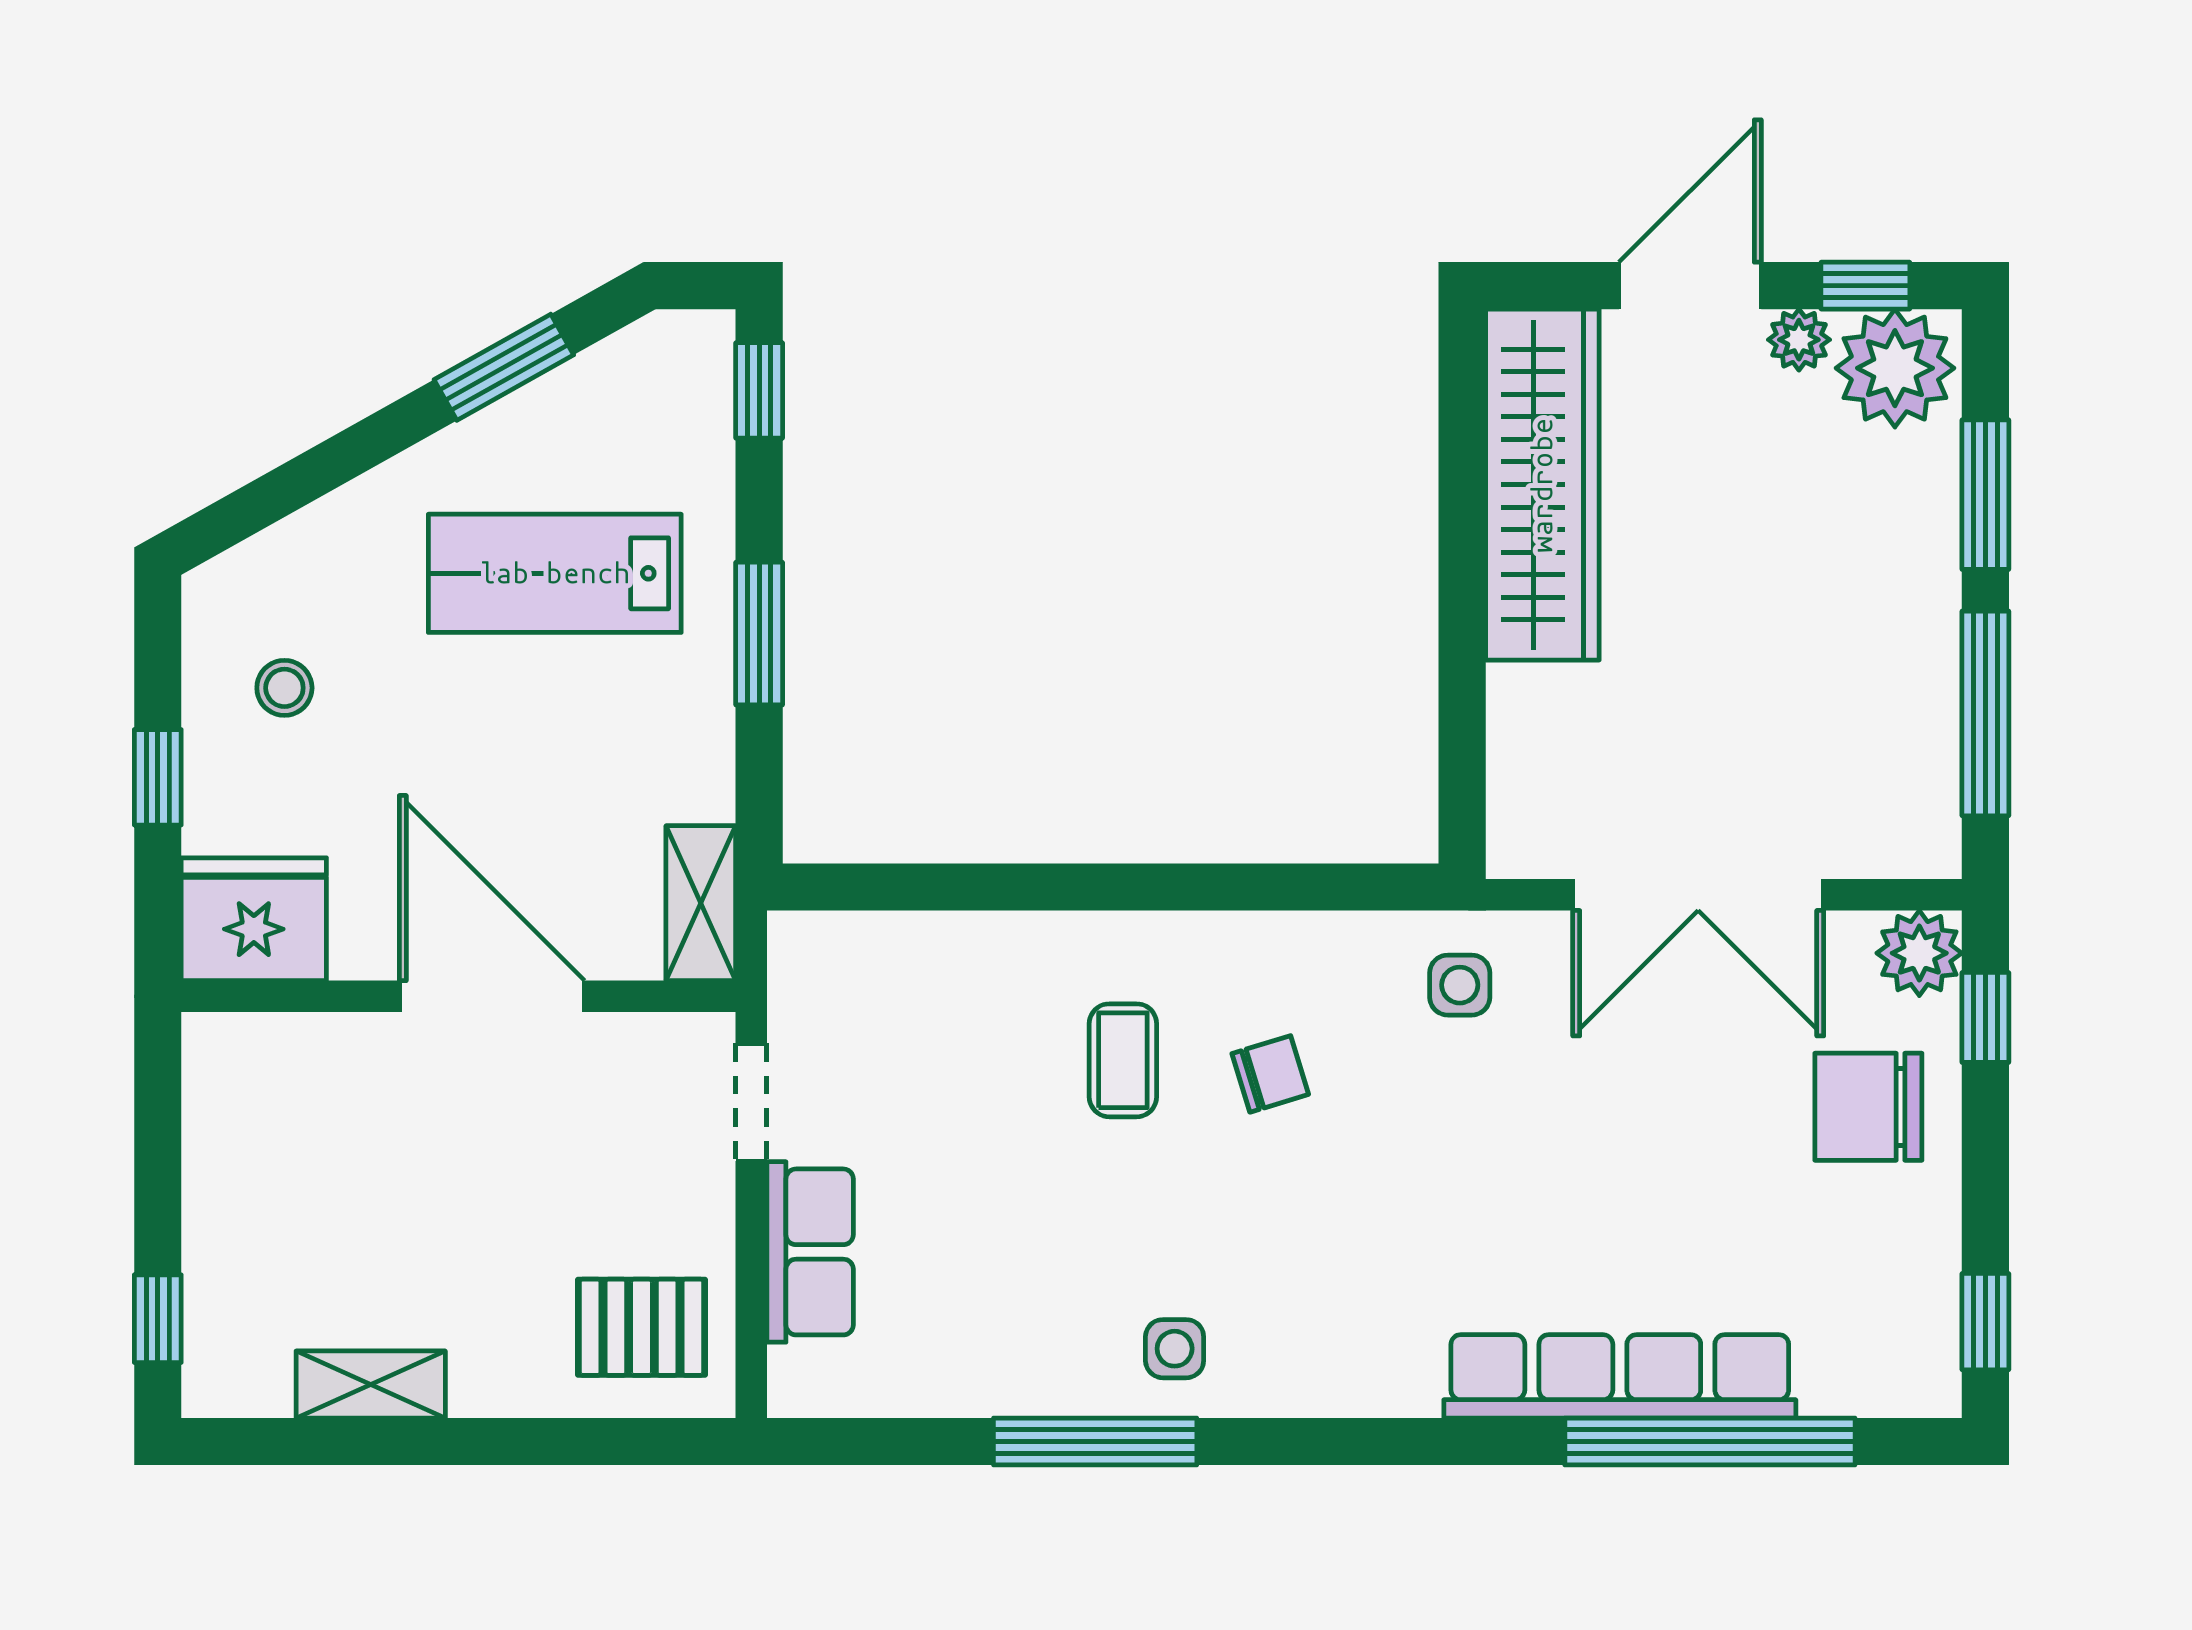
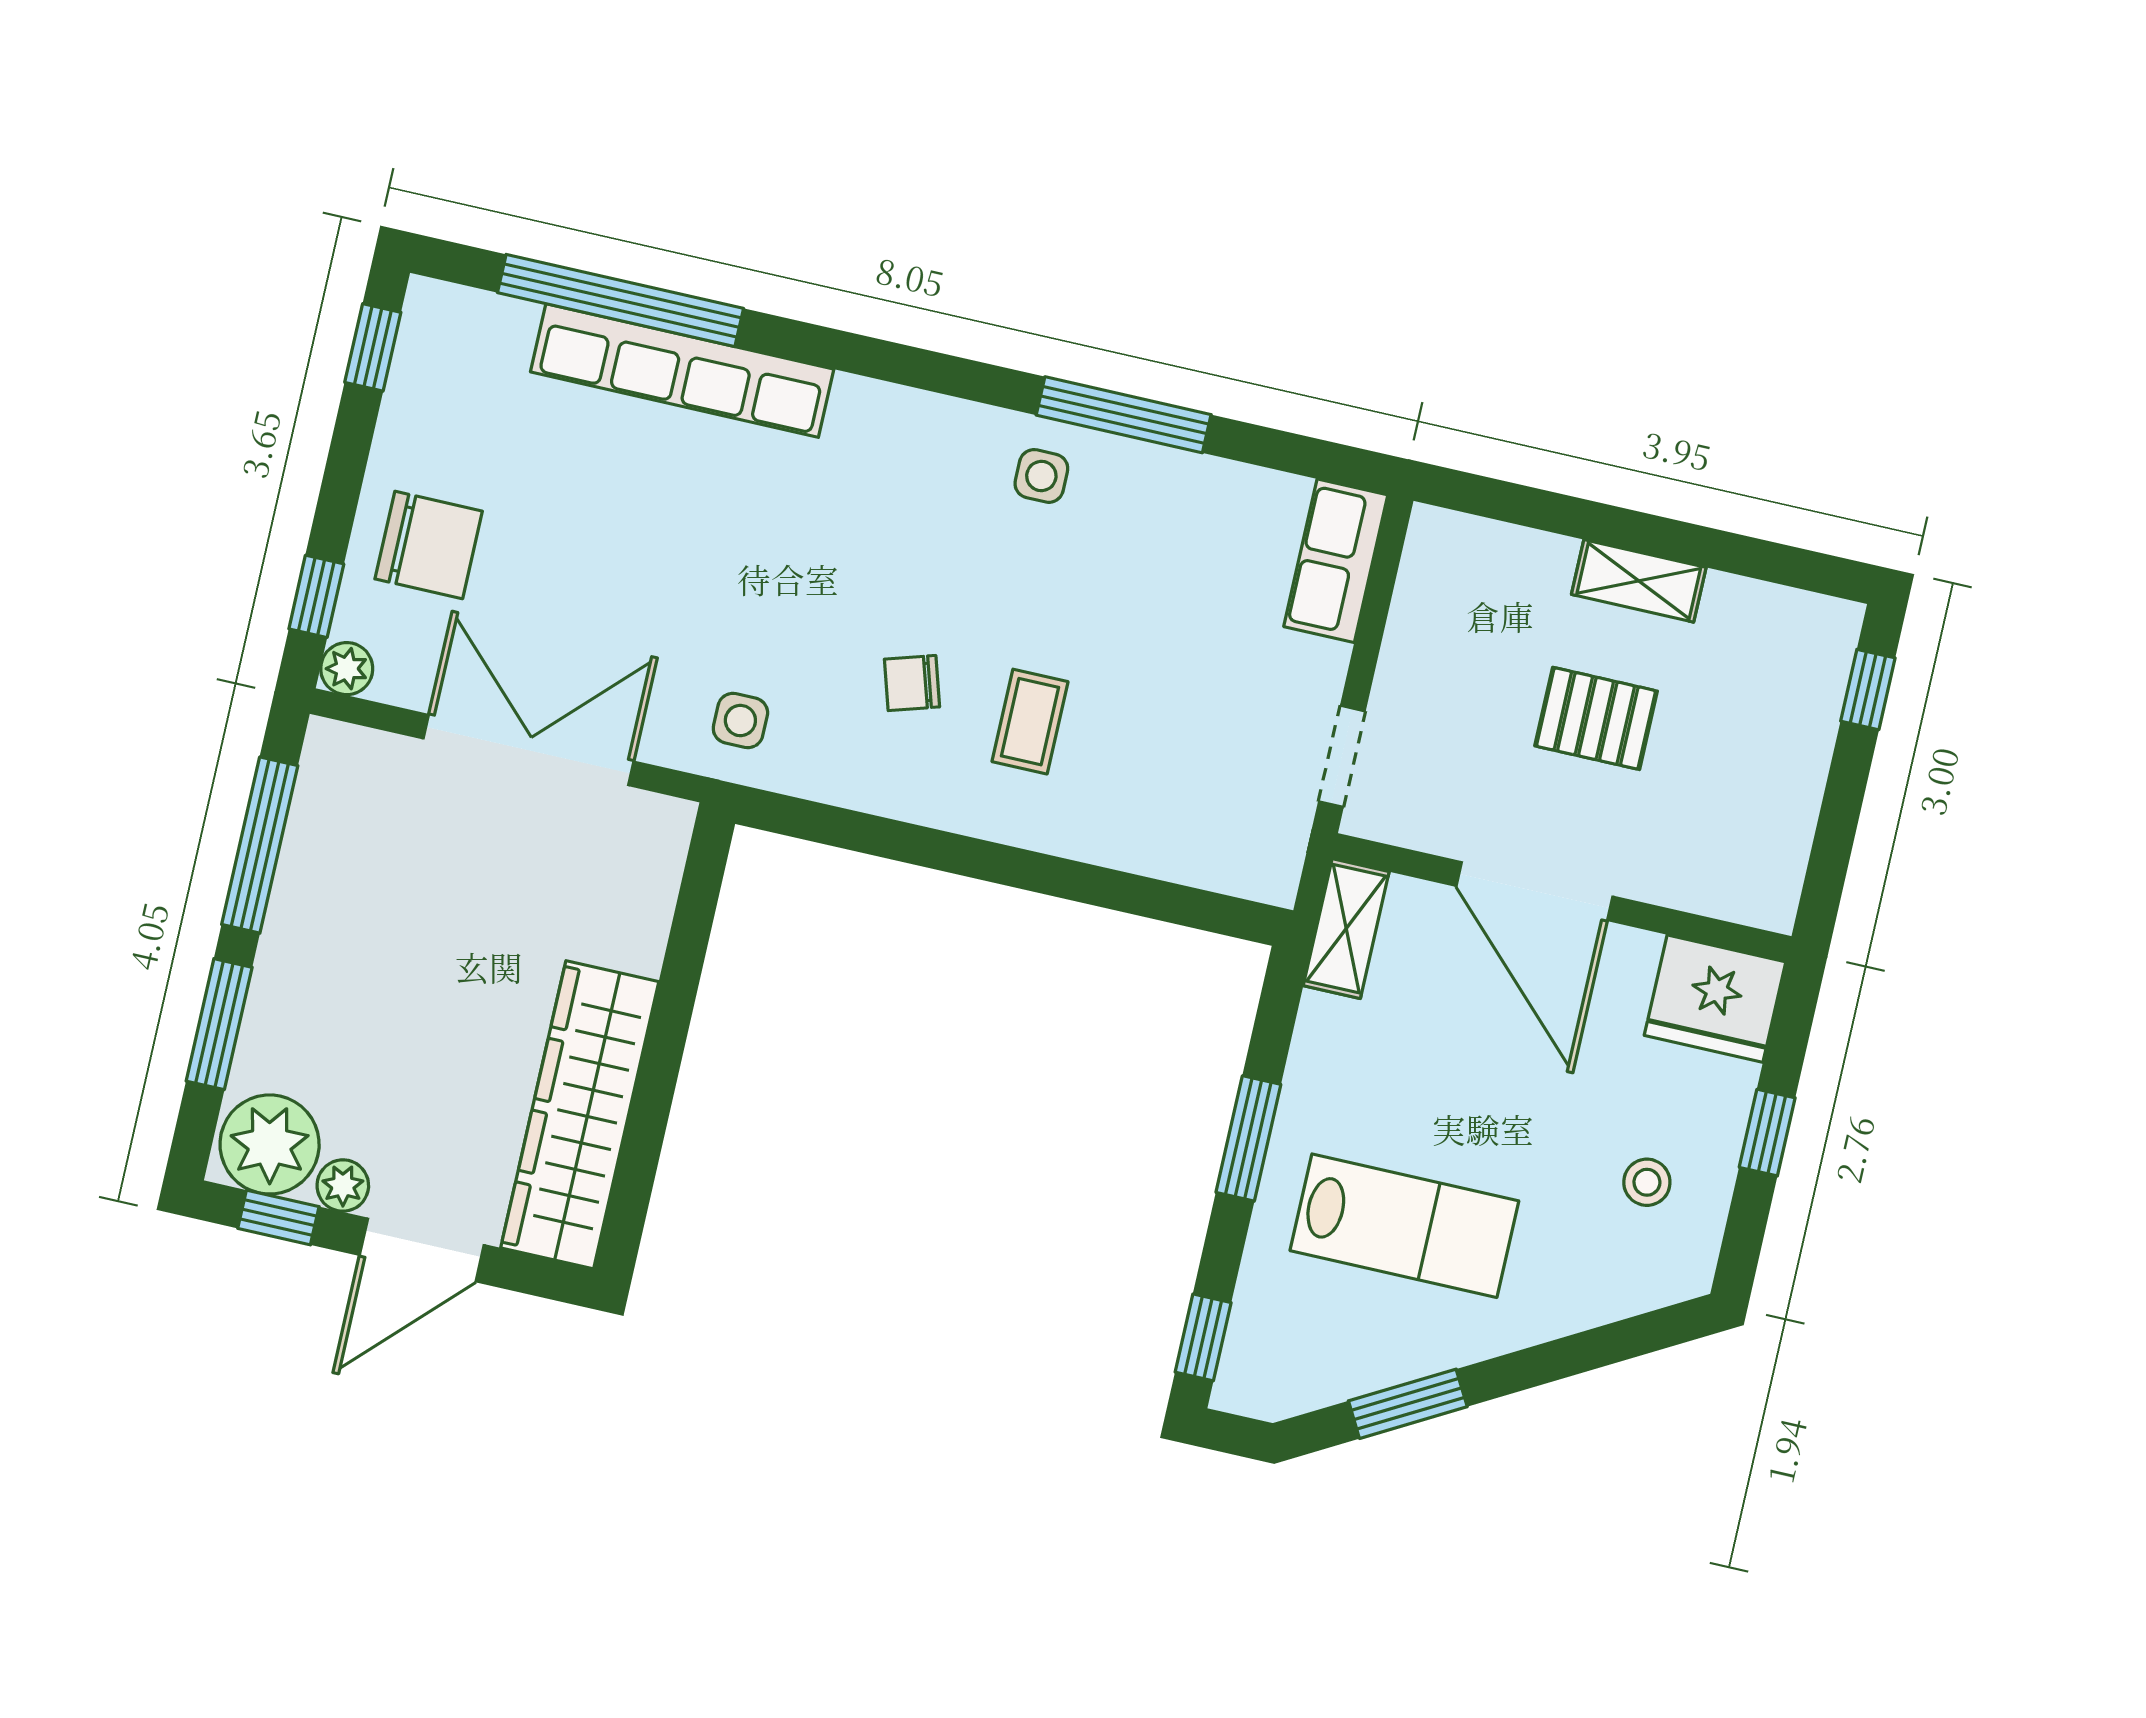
plant: (1919, 953) -> (347, 669), width x0.73, depth x0.73
row of seats: (810, 1252) -> (1336, 561), moved
pallet: (642, 1327) -> (1596, 718), moved
shelving: (371, 1385) -> (1639, 581), moved

